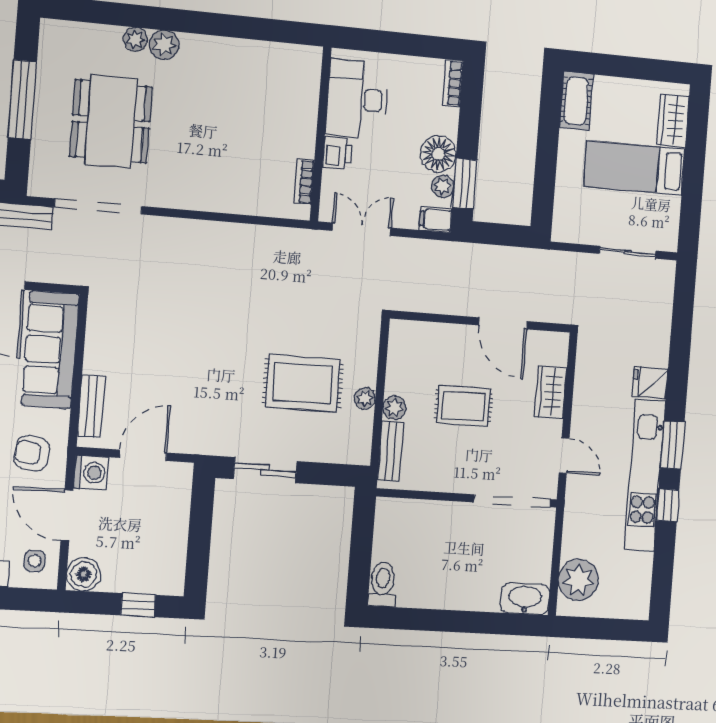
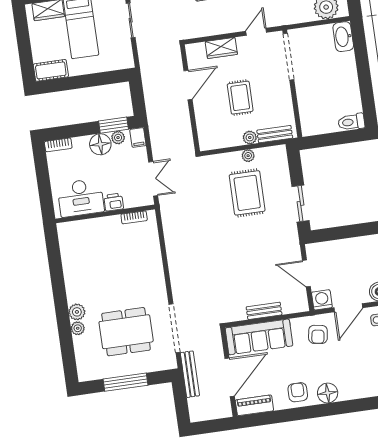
double door: (362, 229) -> (153, 179), swing flipped
bench: (91, 406) -> (264, 311), moved

